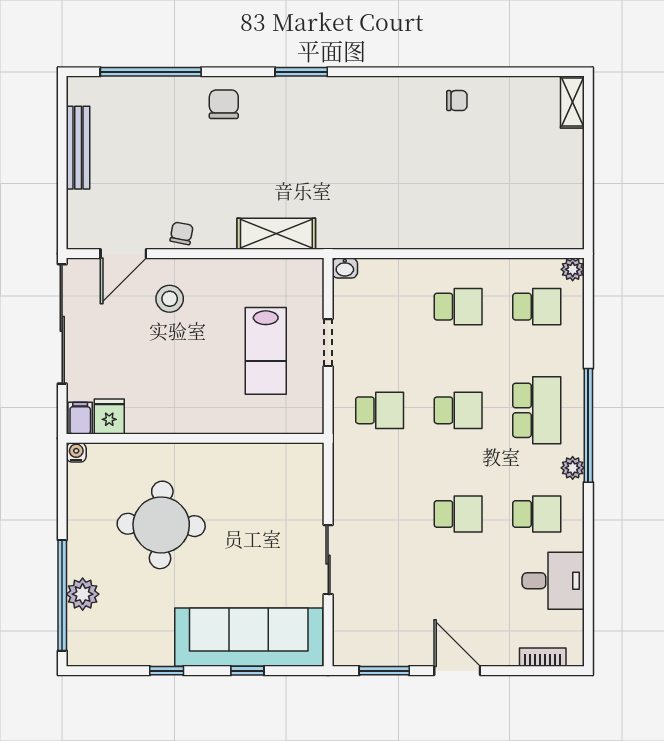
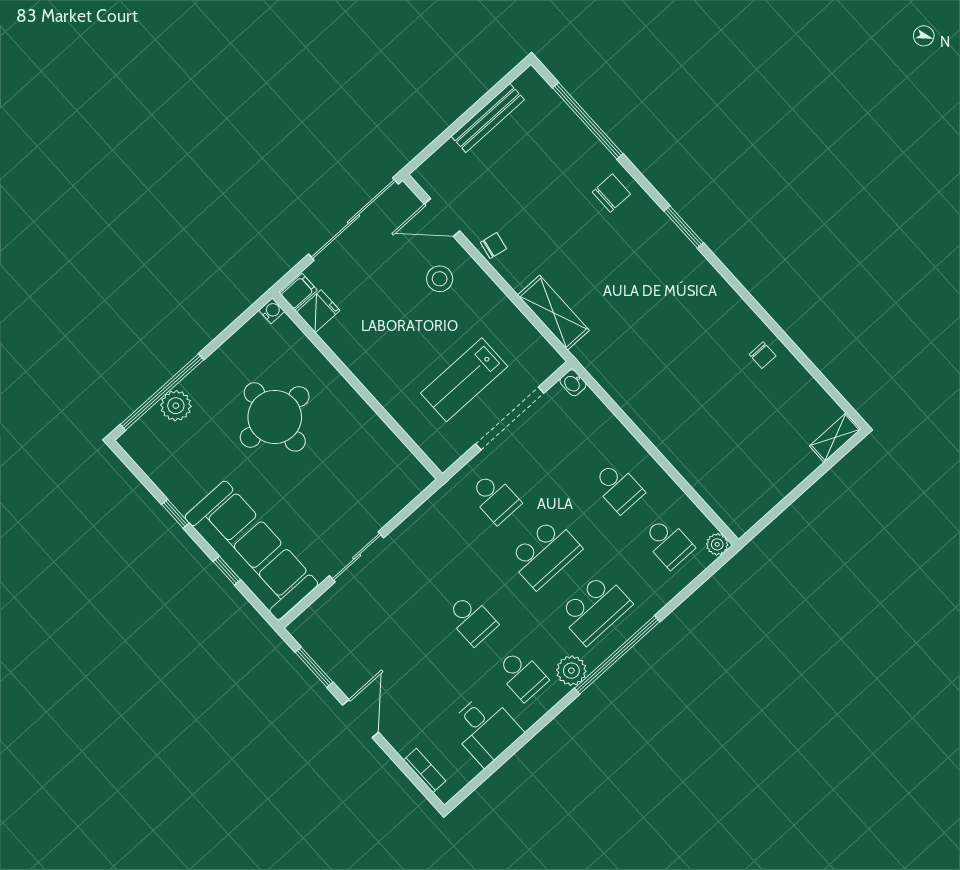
doorway: (328, 343) -> (510, 419), width x1.87
school desk: (458, 410) -> (545, 553), width x1.85
plant: (573, 468) -> (571, 671), width x1.38, depth x1.38

